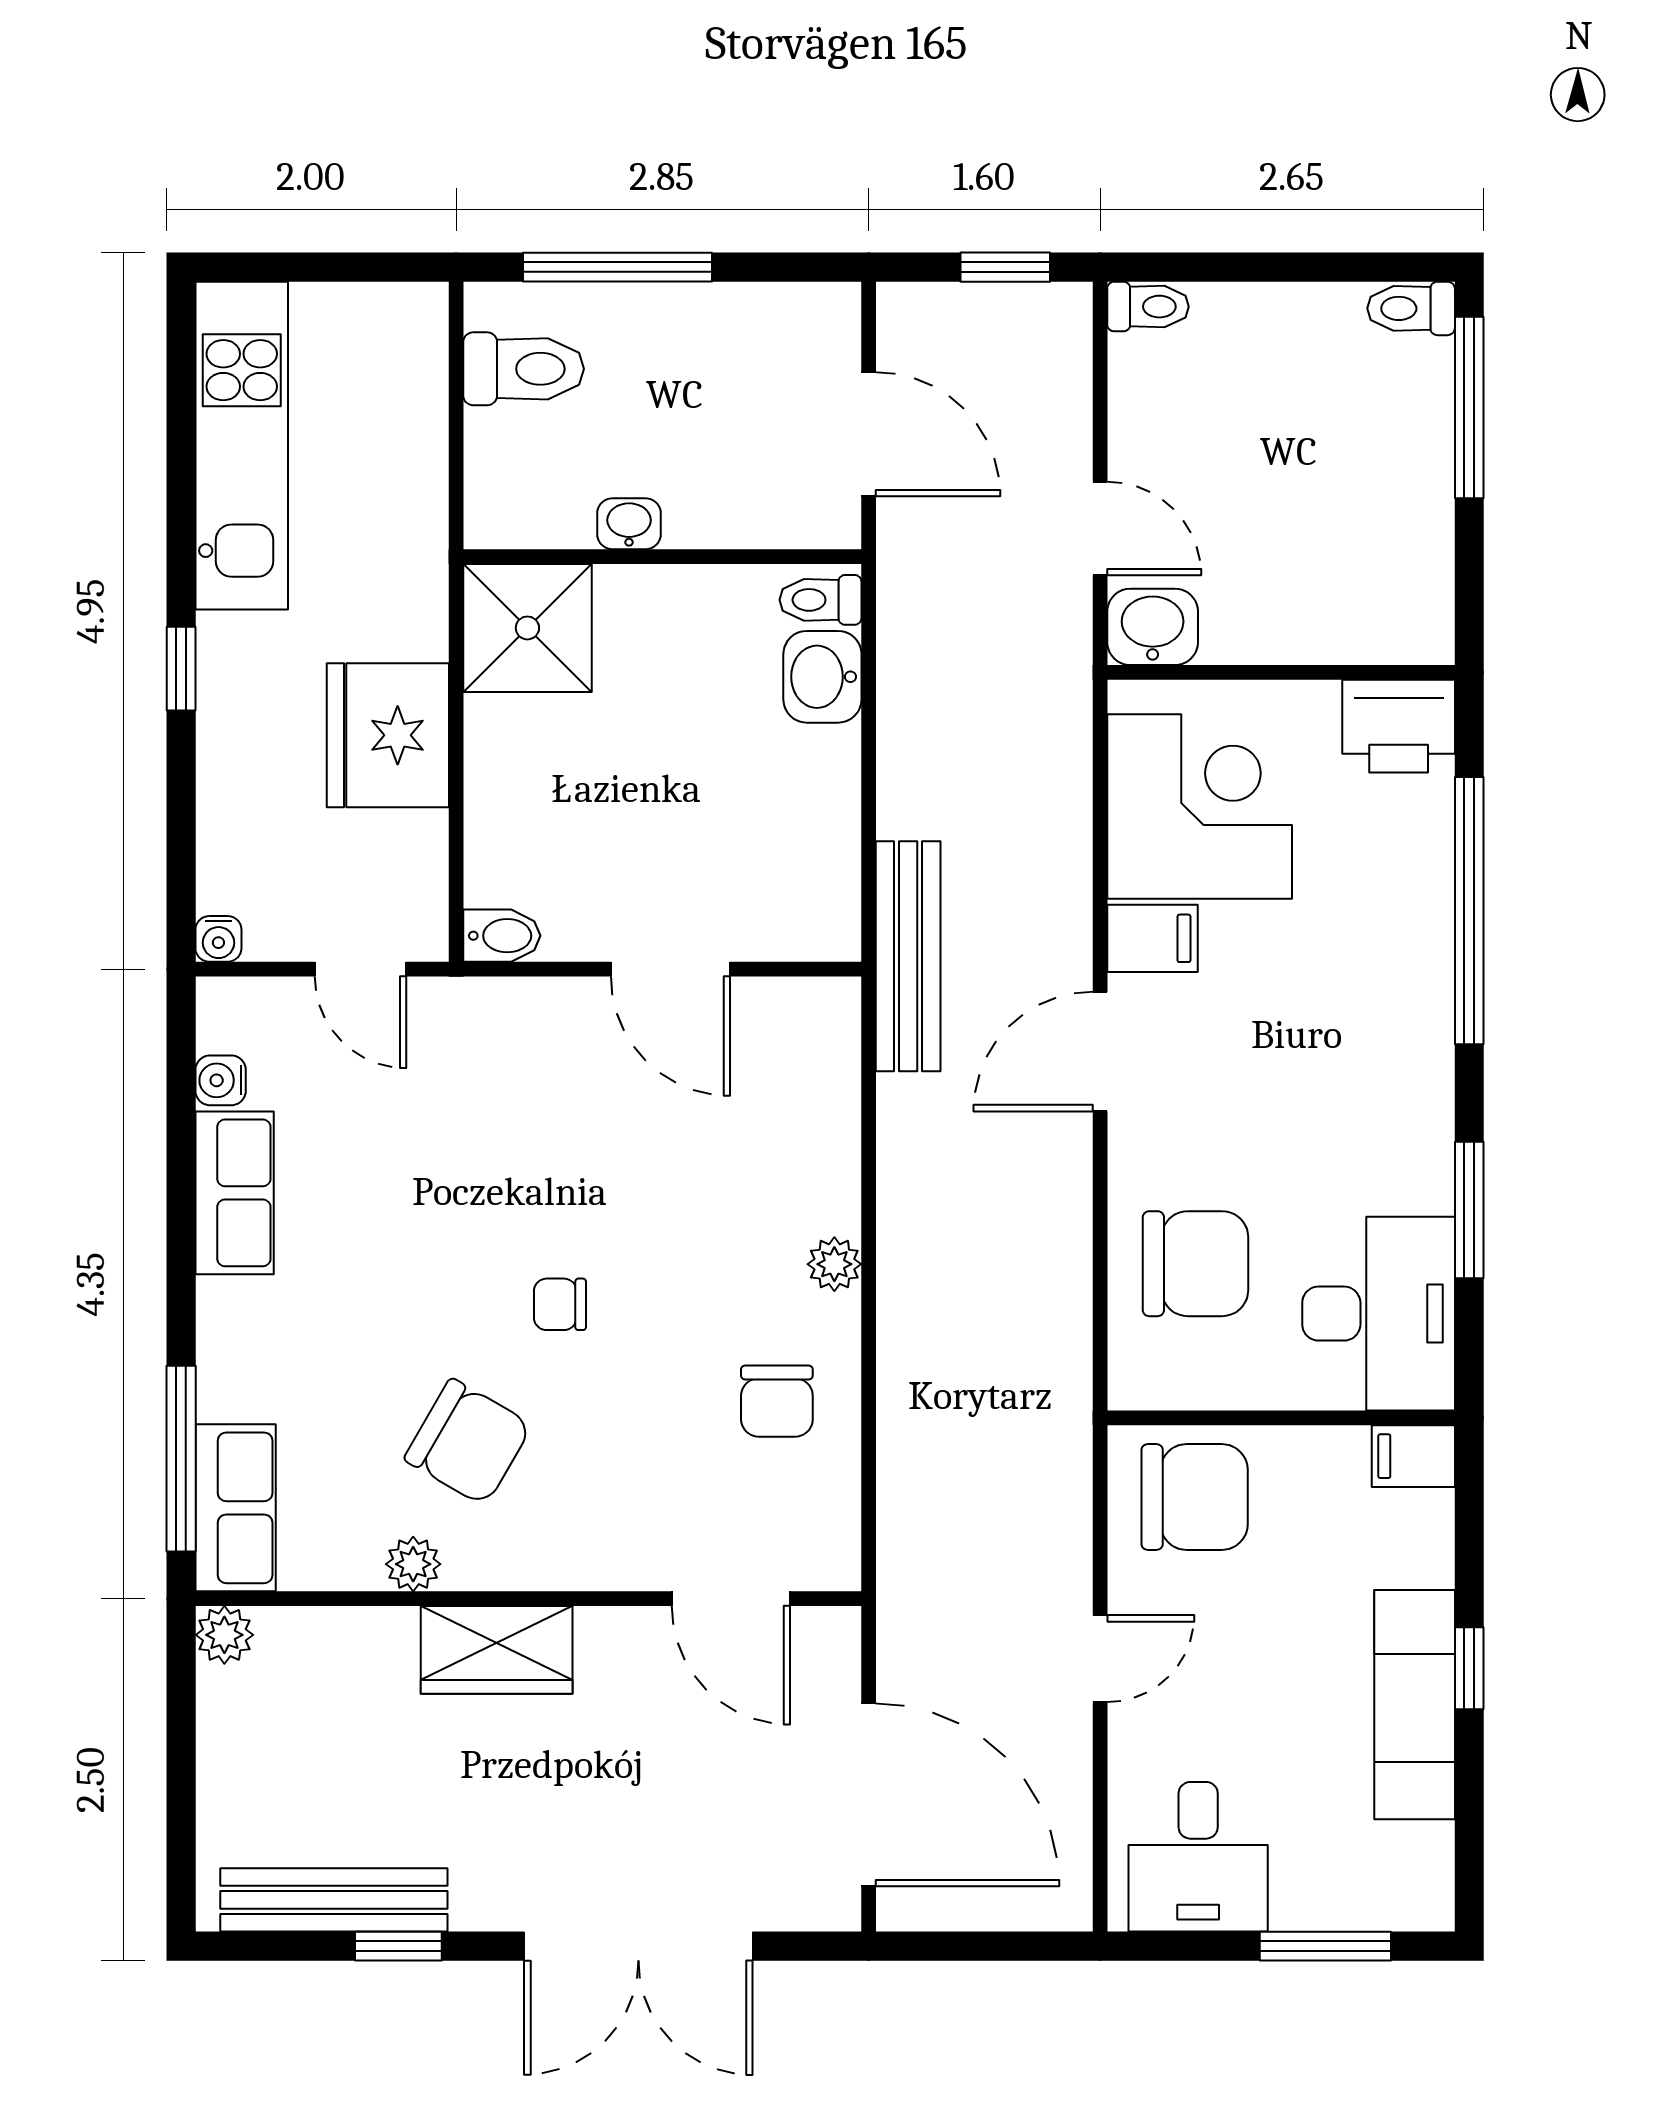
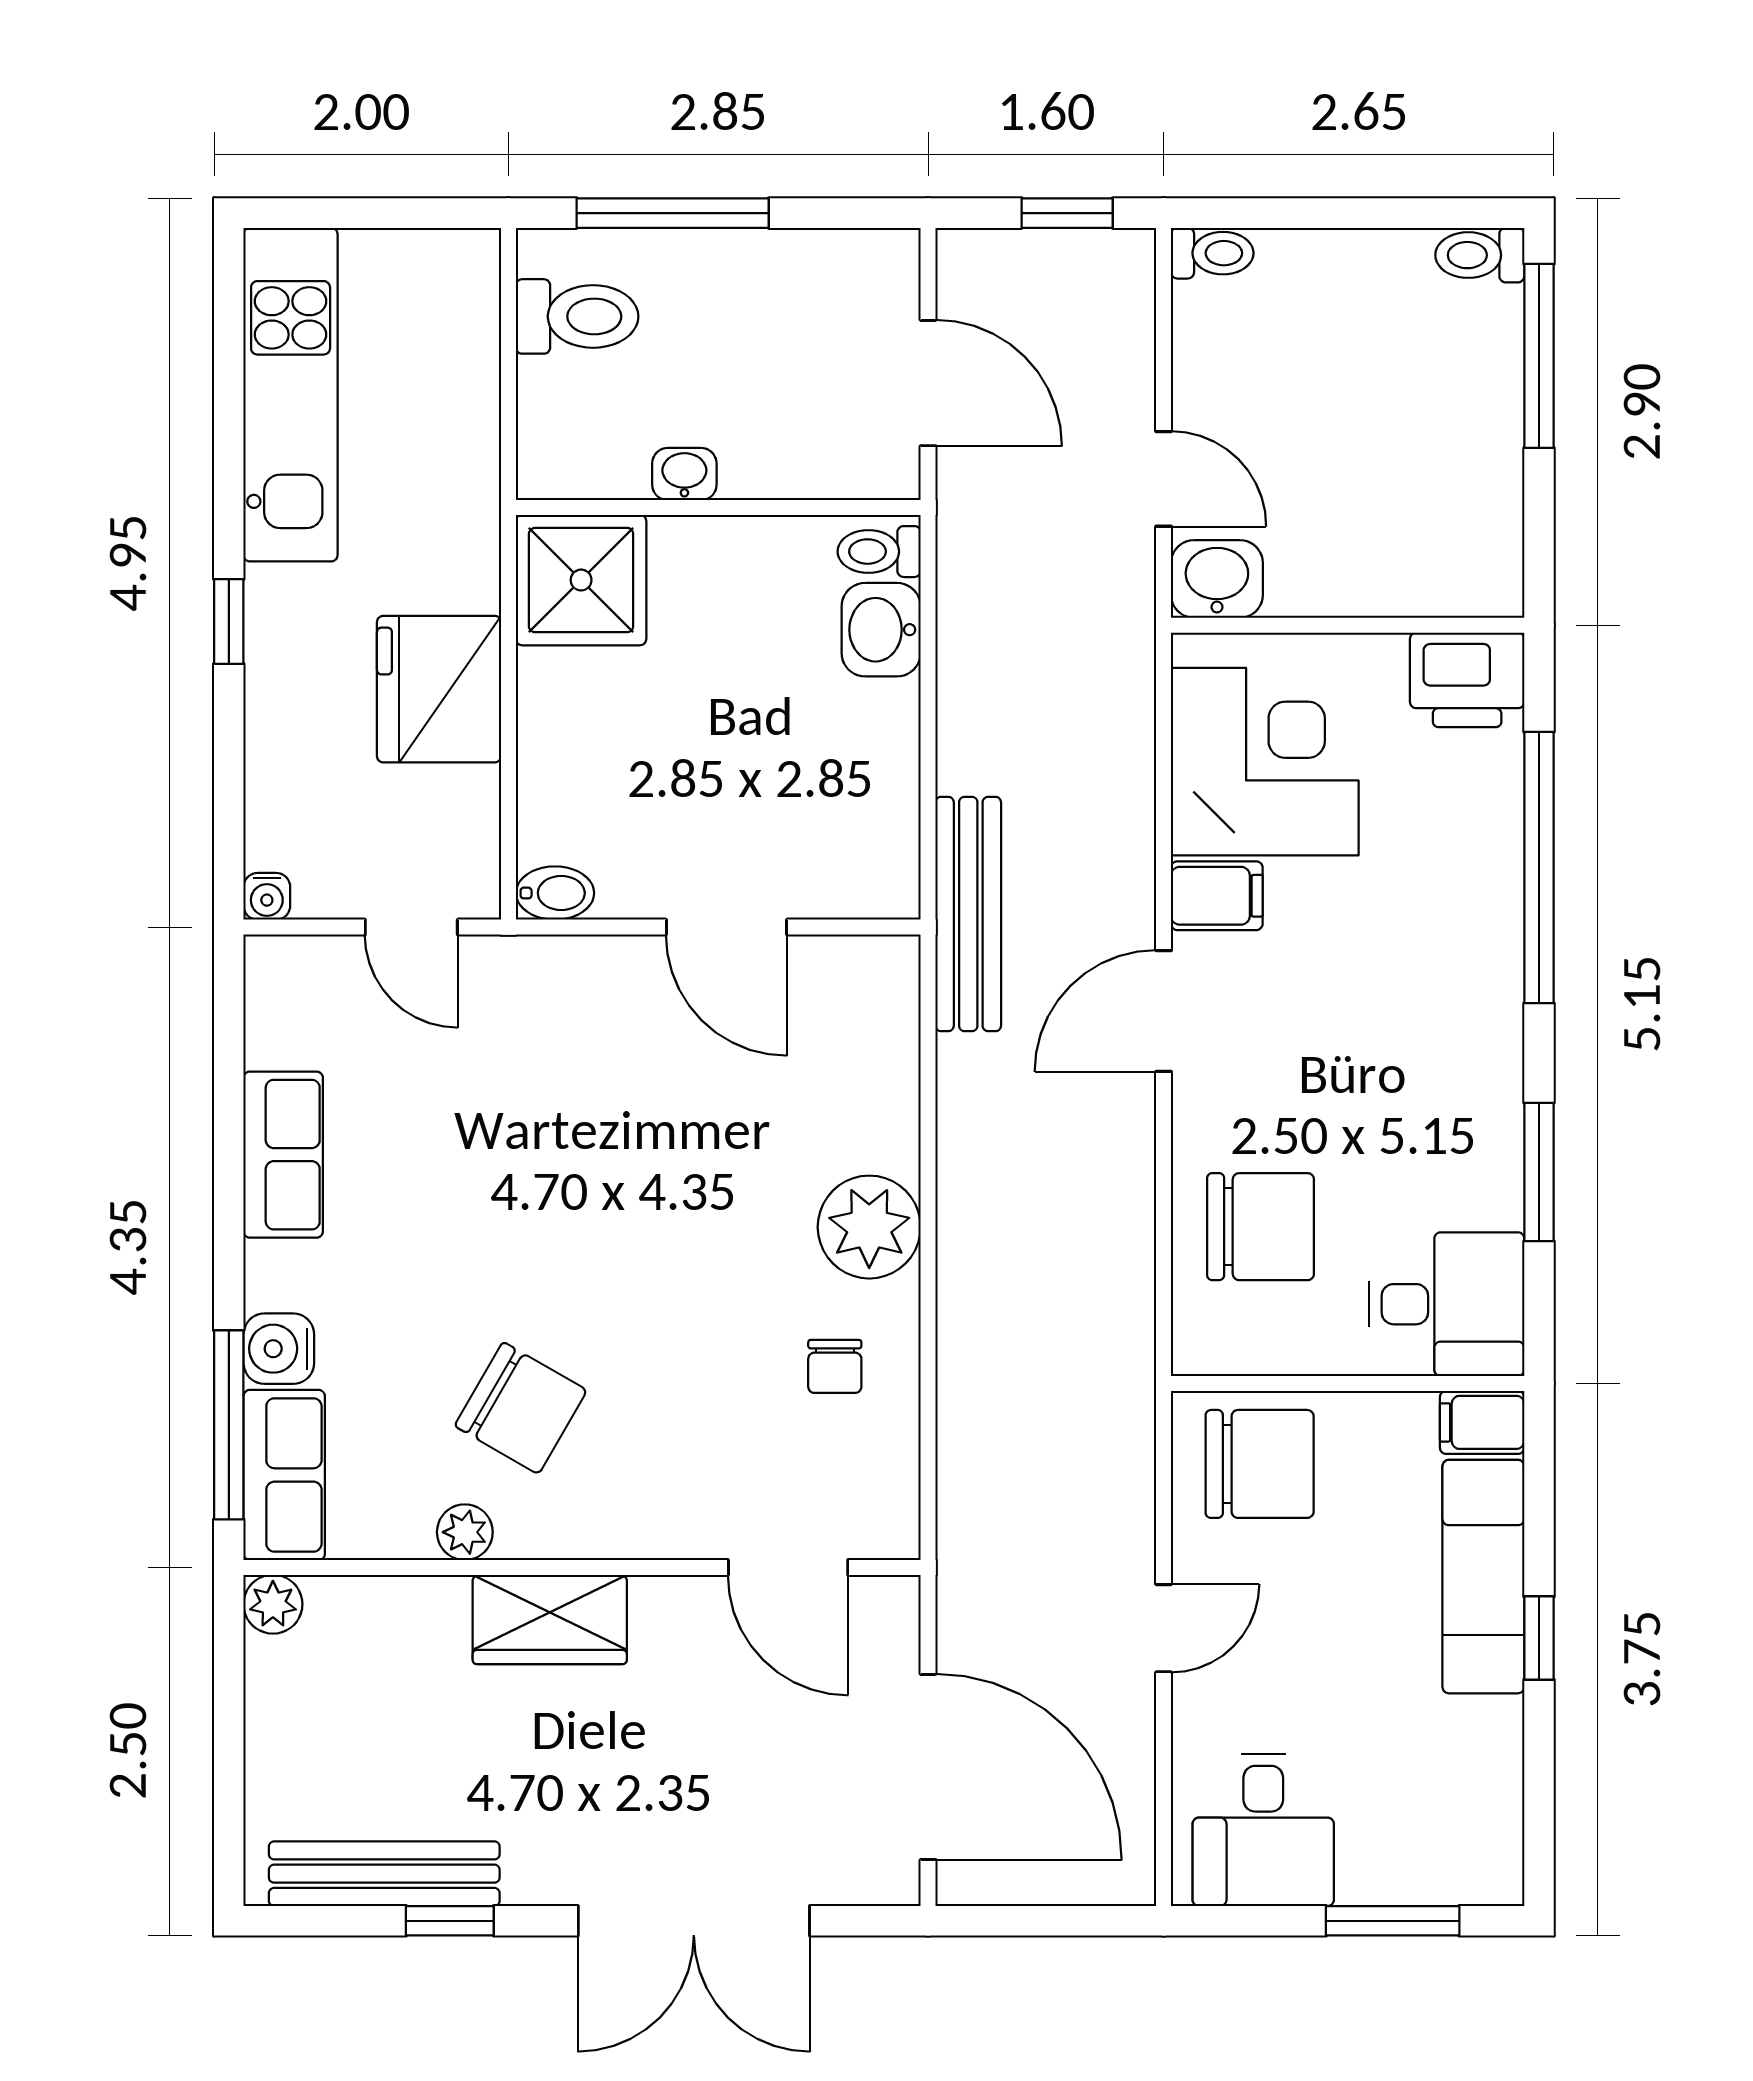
water cooler: (221, 1080) -> (279, 1349), moved, width x1.38, depth x1.38
plant: (834, 1264) -> (869, 1227), width x1.88, depth x1.88
chair: (560, 1304) -> (614, 1268), removed
desk: (1379, 1314) -> (1447, 1304), width x0.73
chair: (777, 1401) -> (835, 1366), width x0.73, depth x0.73
exam couch: (1415, 1705) -> (1483, 1577), moved

